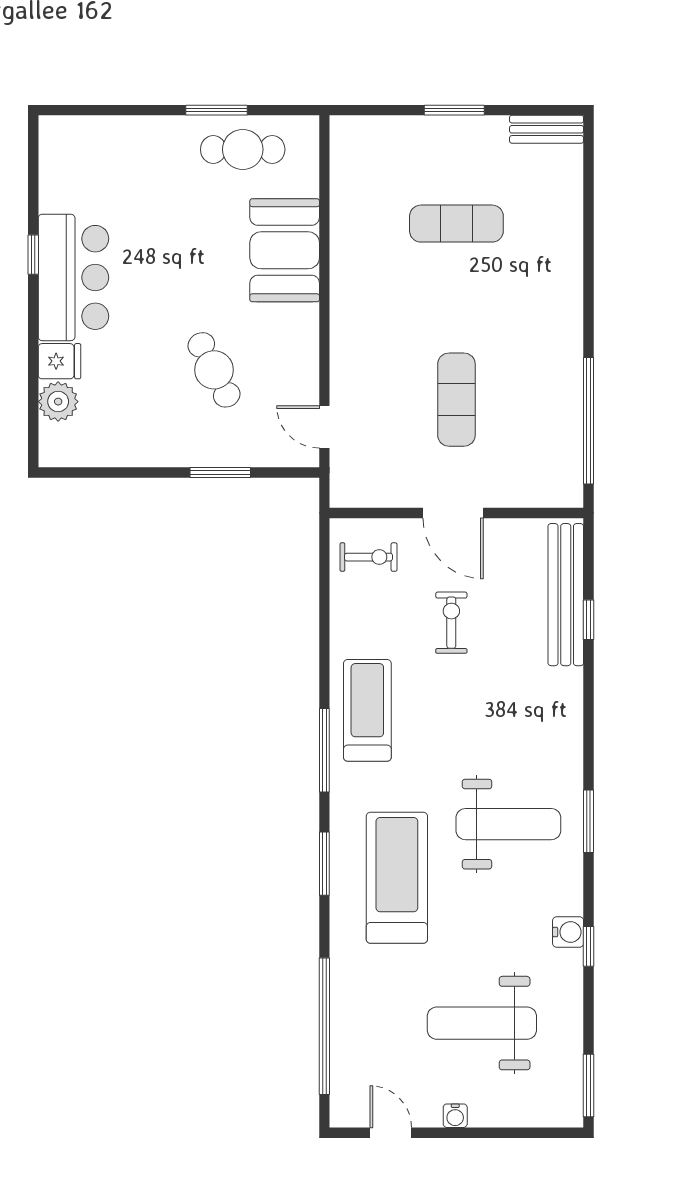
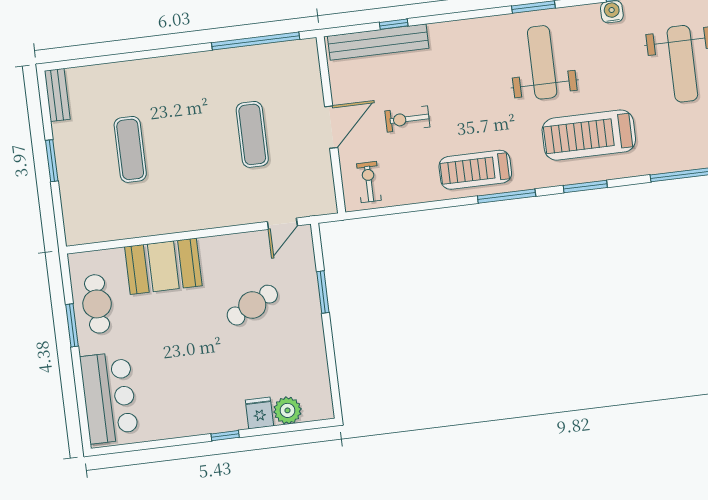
window: (33, 255) -> (225, 436), moved
bar counter: (73, 277) -> (109, 398), moved, turned 90
exercise mat: (456, 400) -> (252, 134), turned 90

